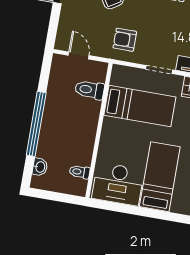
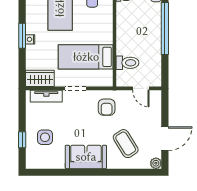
armchair: (125, 40) -> (107, 107), turned 90

